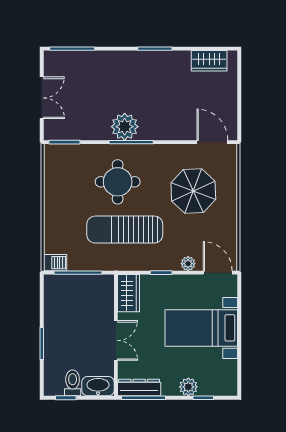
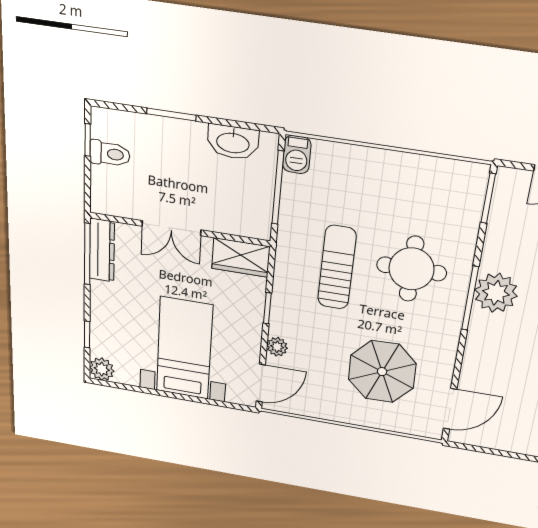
sun lounger: (125, 230) -> (337, 268), width x0.73, depth x0.75
washbasin: (98, 386) -> (233, 142), moved, turned 90
plant: (188, 387) -> (102, 369), moved

